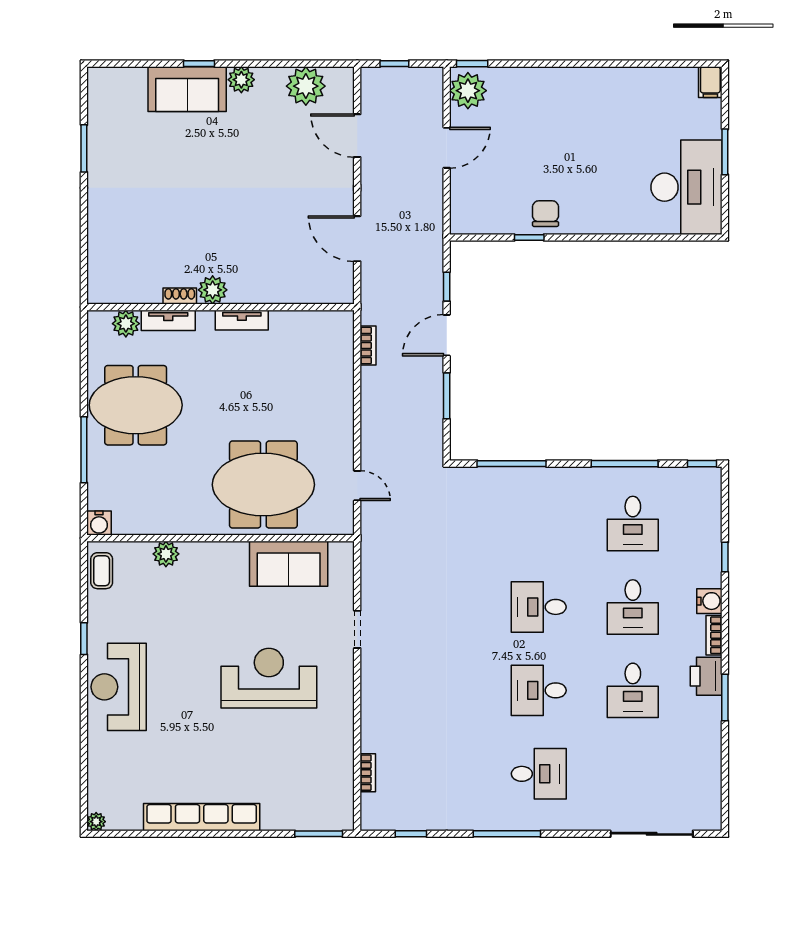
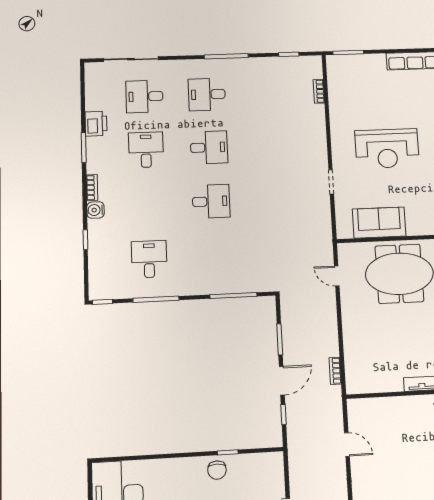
door: (357, 239) -> (347, 445), width x0.73
desk: (633, 607) -> (144, 96), moved, turned -90
printer: (706, 676) -> (96, 124), moved

